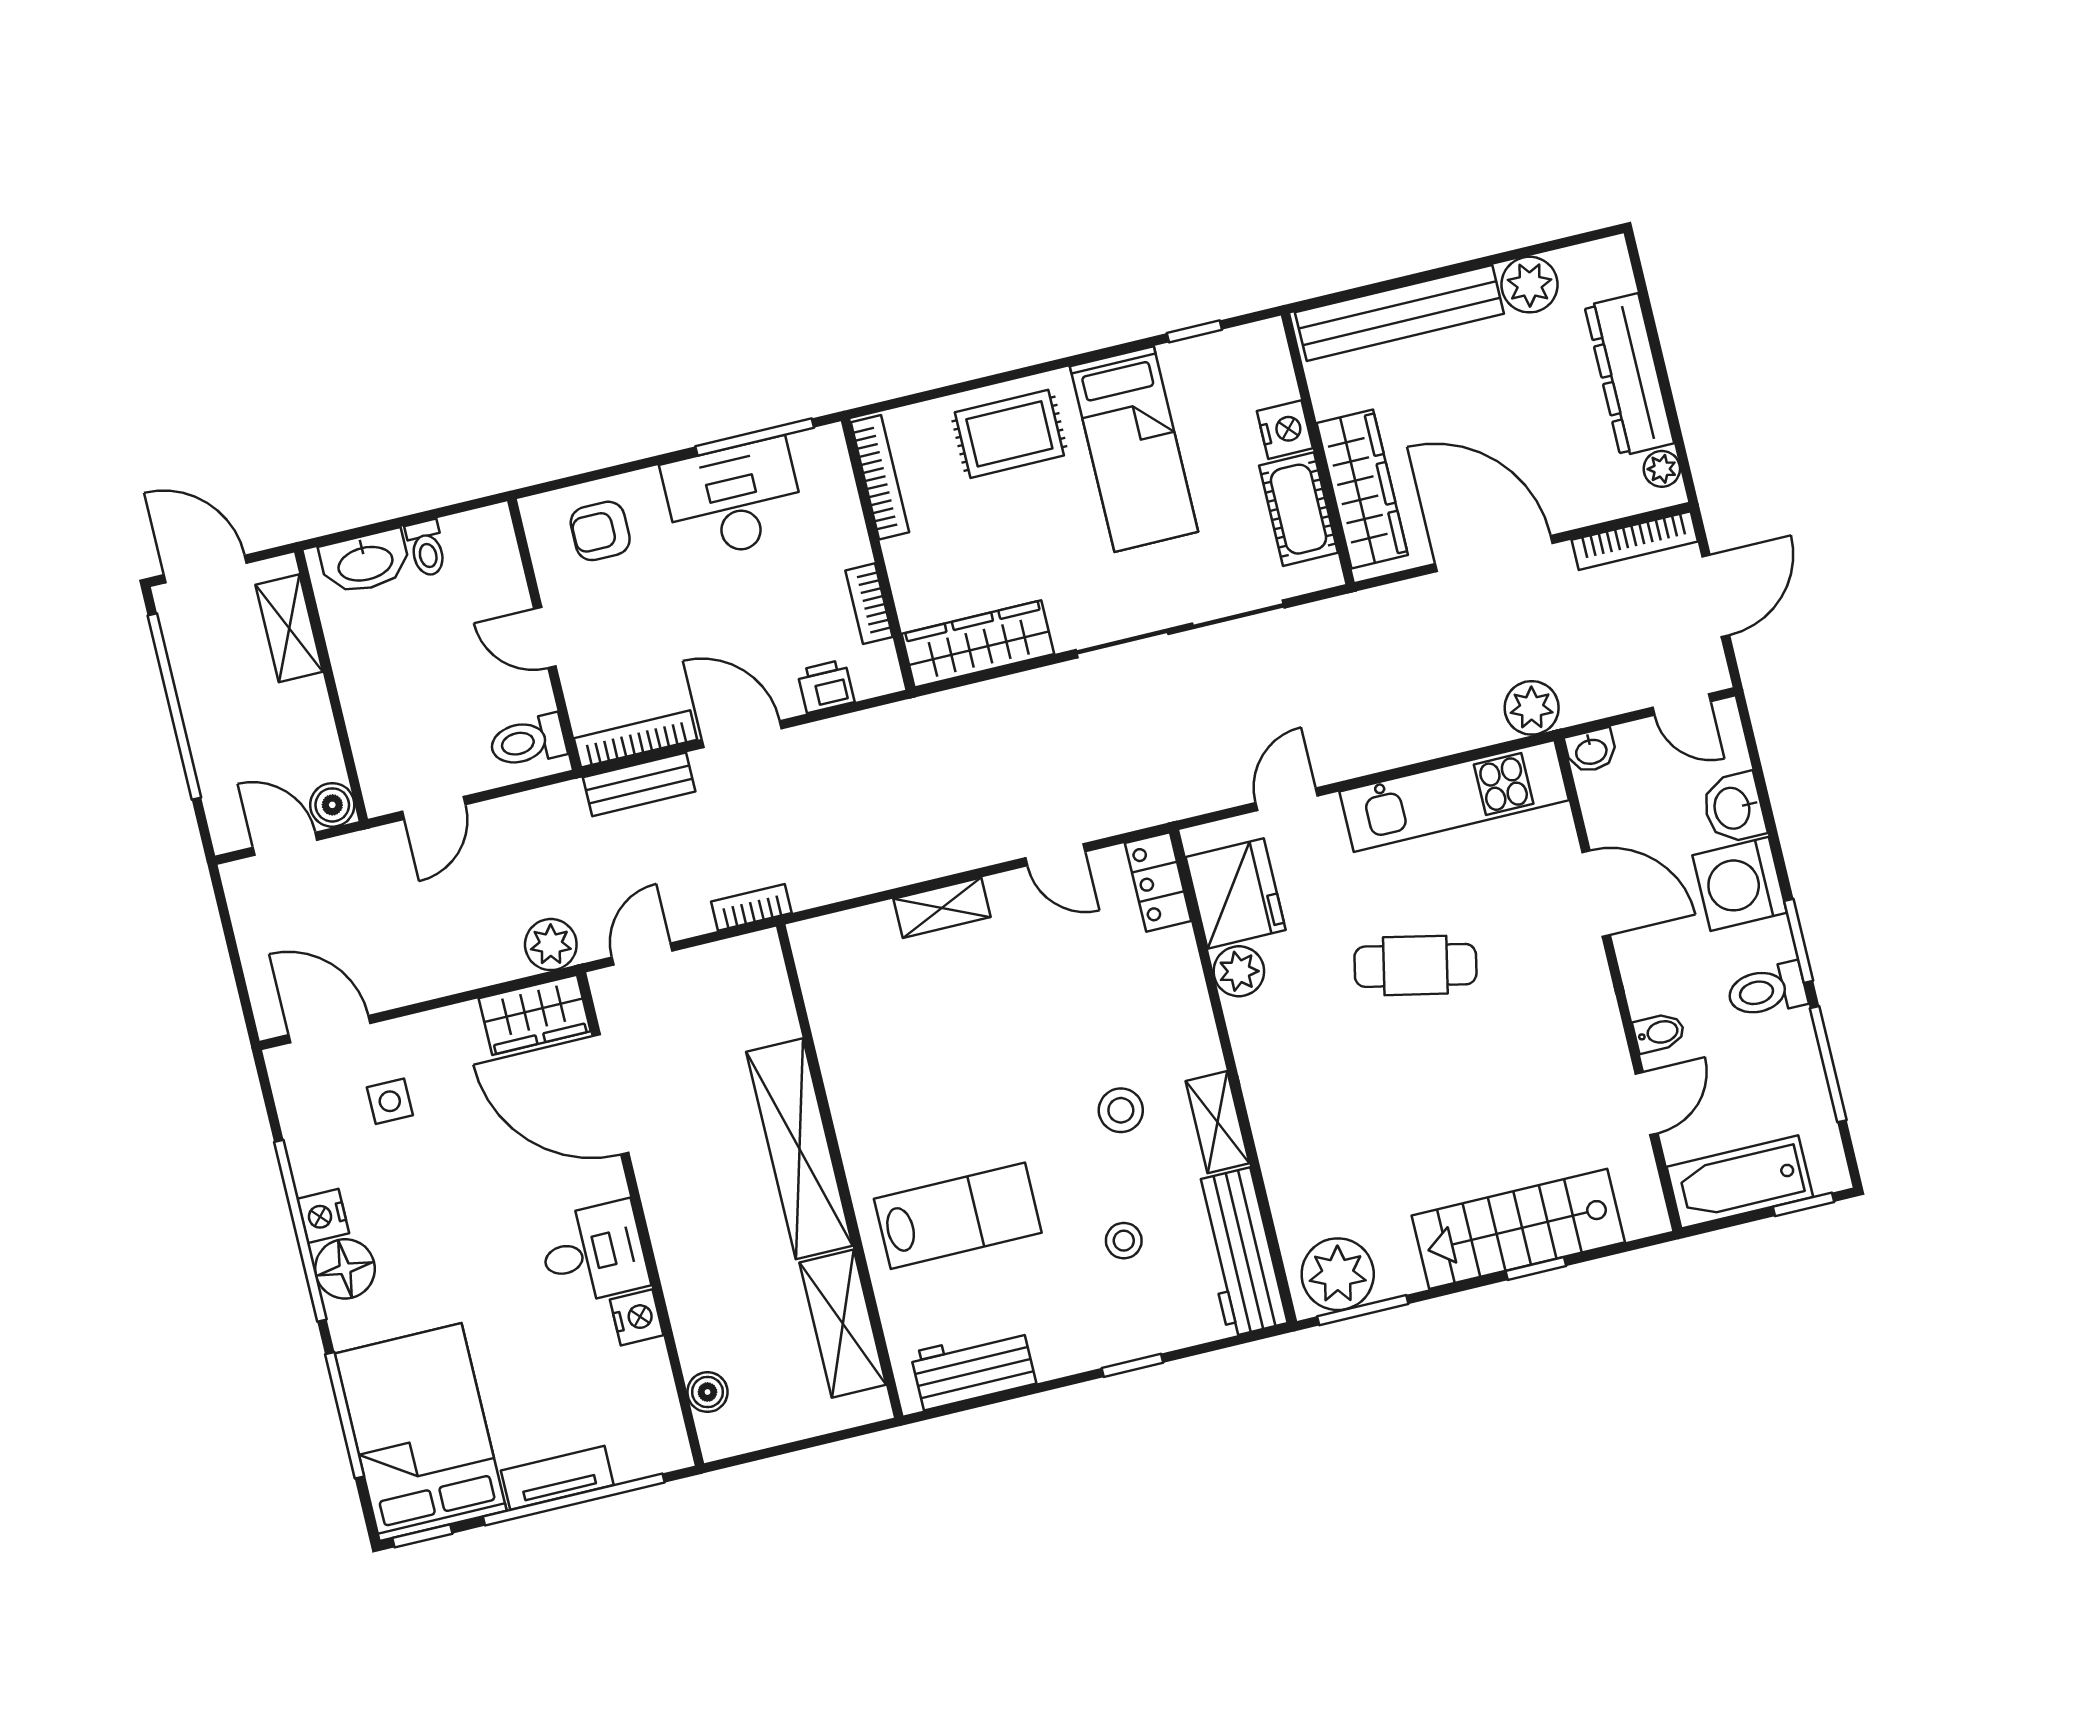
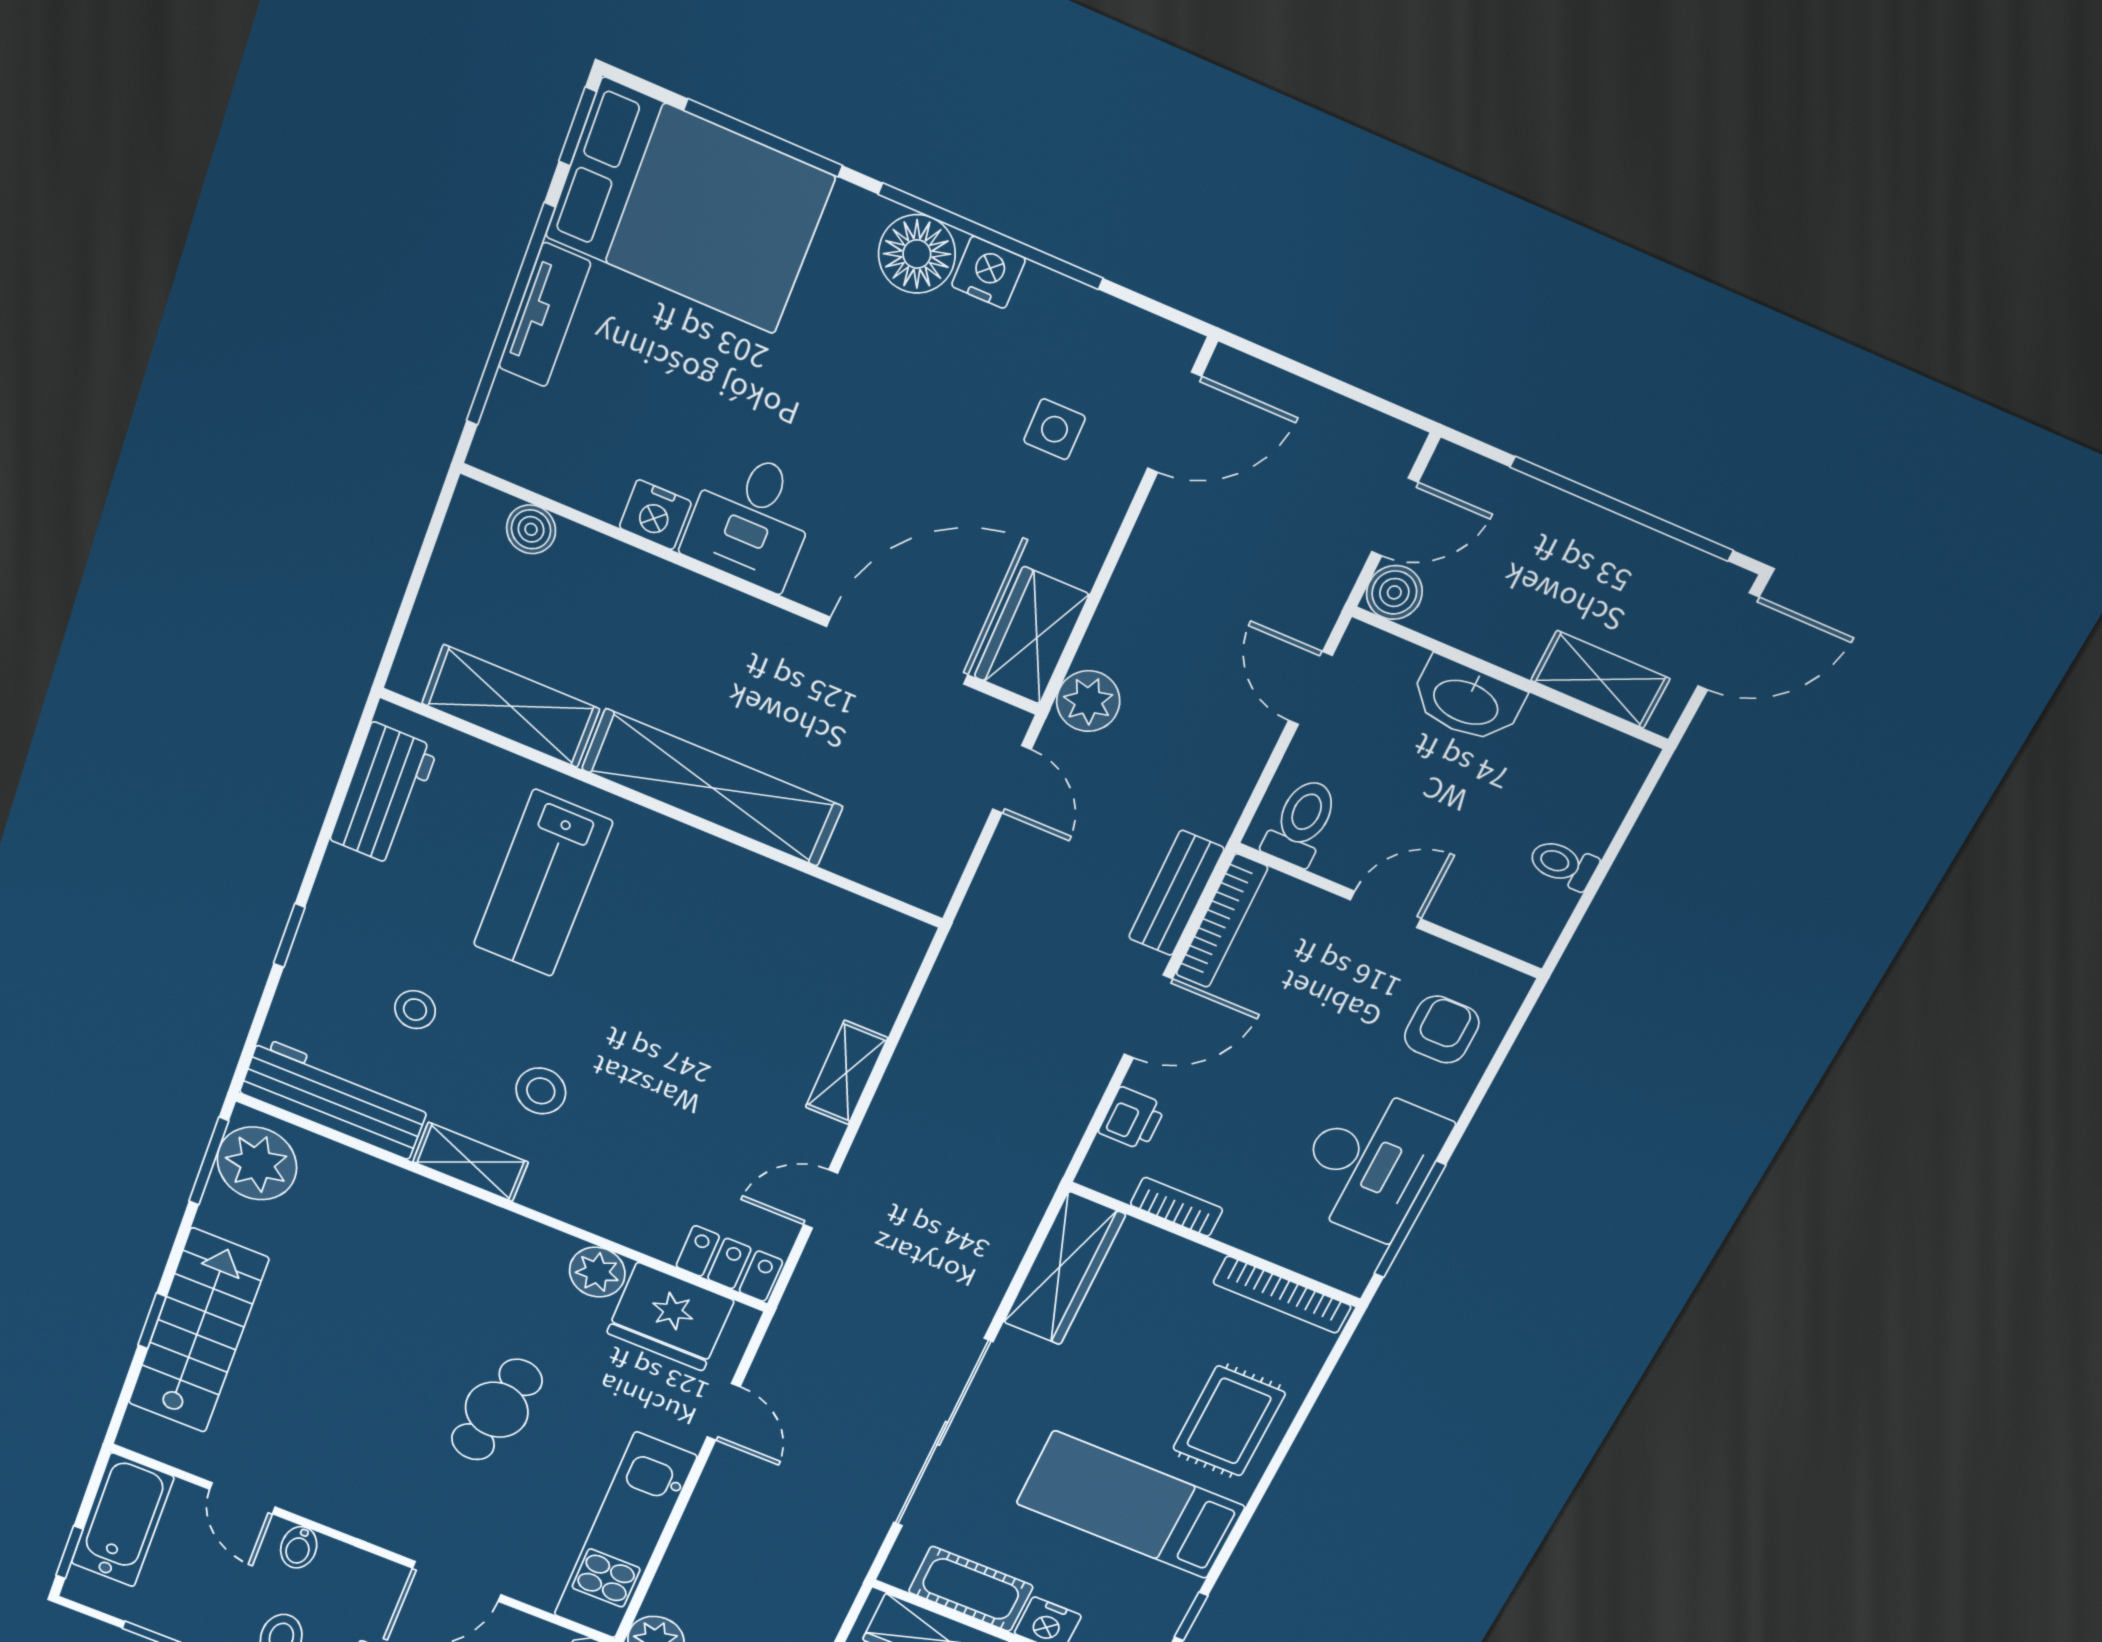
washbasin: (365, 562) -> (1467, 701), moved, turned -90
bookcase: (751, 907) -> (978, 909), removed

